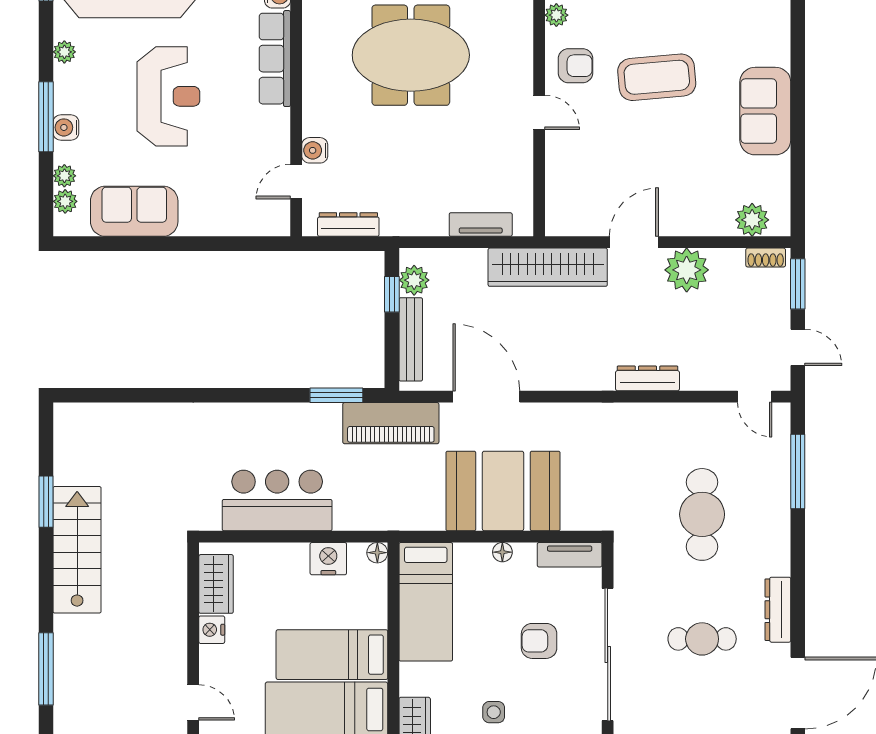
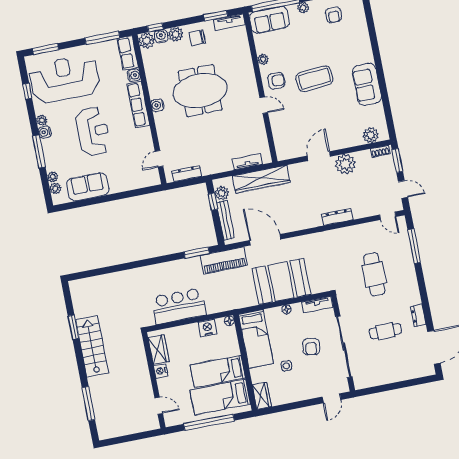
water cooler: (66, 127) -> (45, 132), moved
water cooler: (315, 150) -> (157, 105), moved
wardrobe: (548, 267) -> (261, 179), moved
dresser: (778, 610) -> (418, 316), width x0.70
armchair: (539, 641) -> (311, 347), turned -82
side table: (494, 712) -> (286, 366), moved

